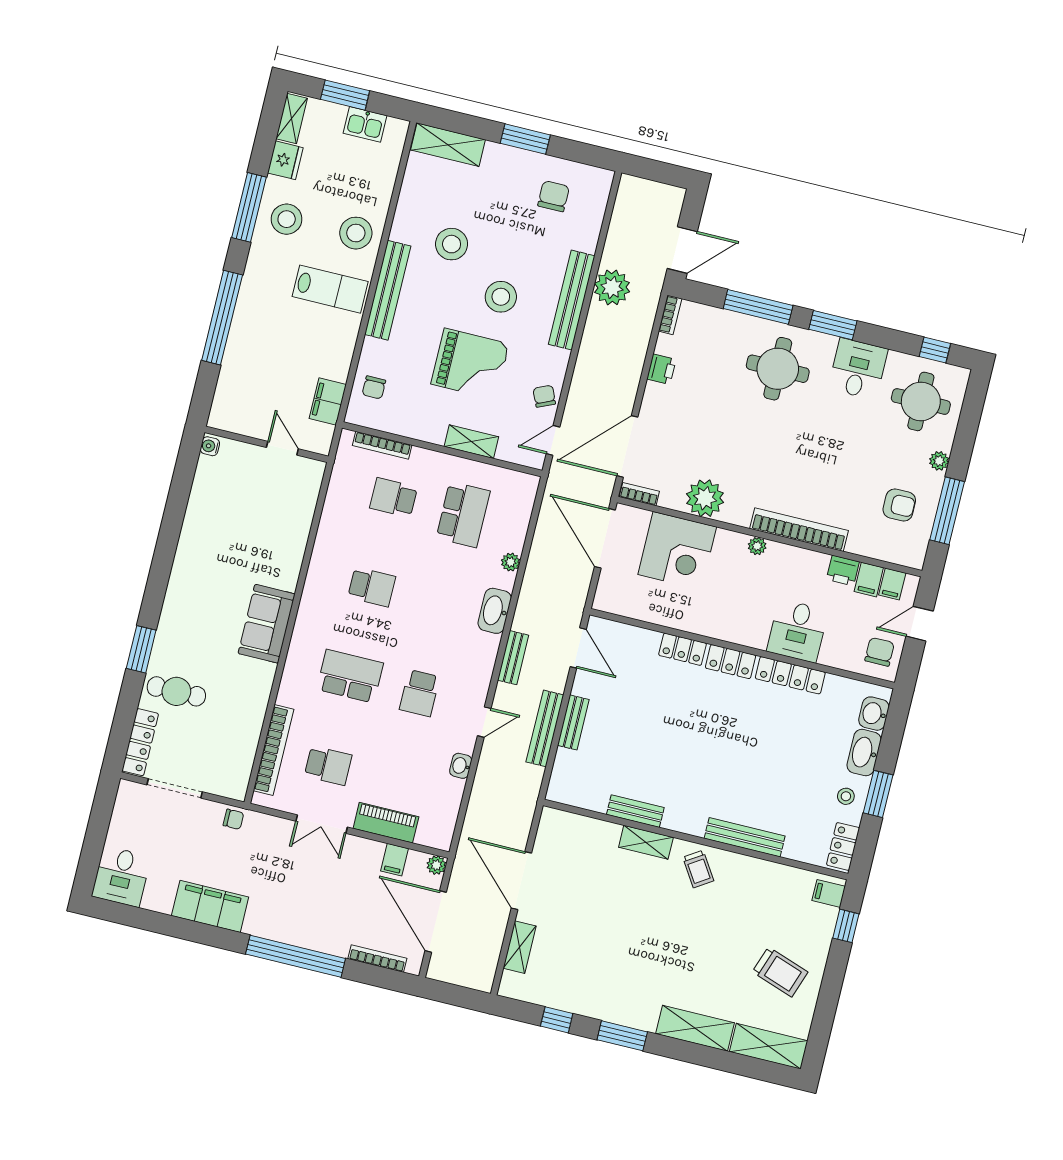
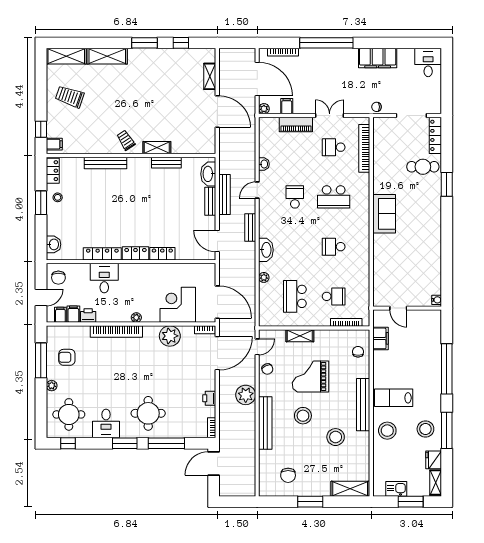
plant: (612, 287) -> (246, 395), moved
washbasin: (864, 753) -> (208, 174), moved, turned 180

